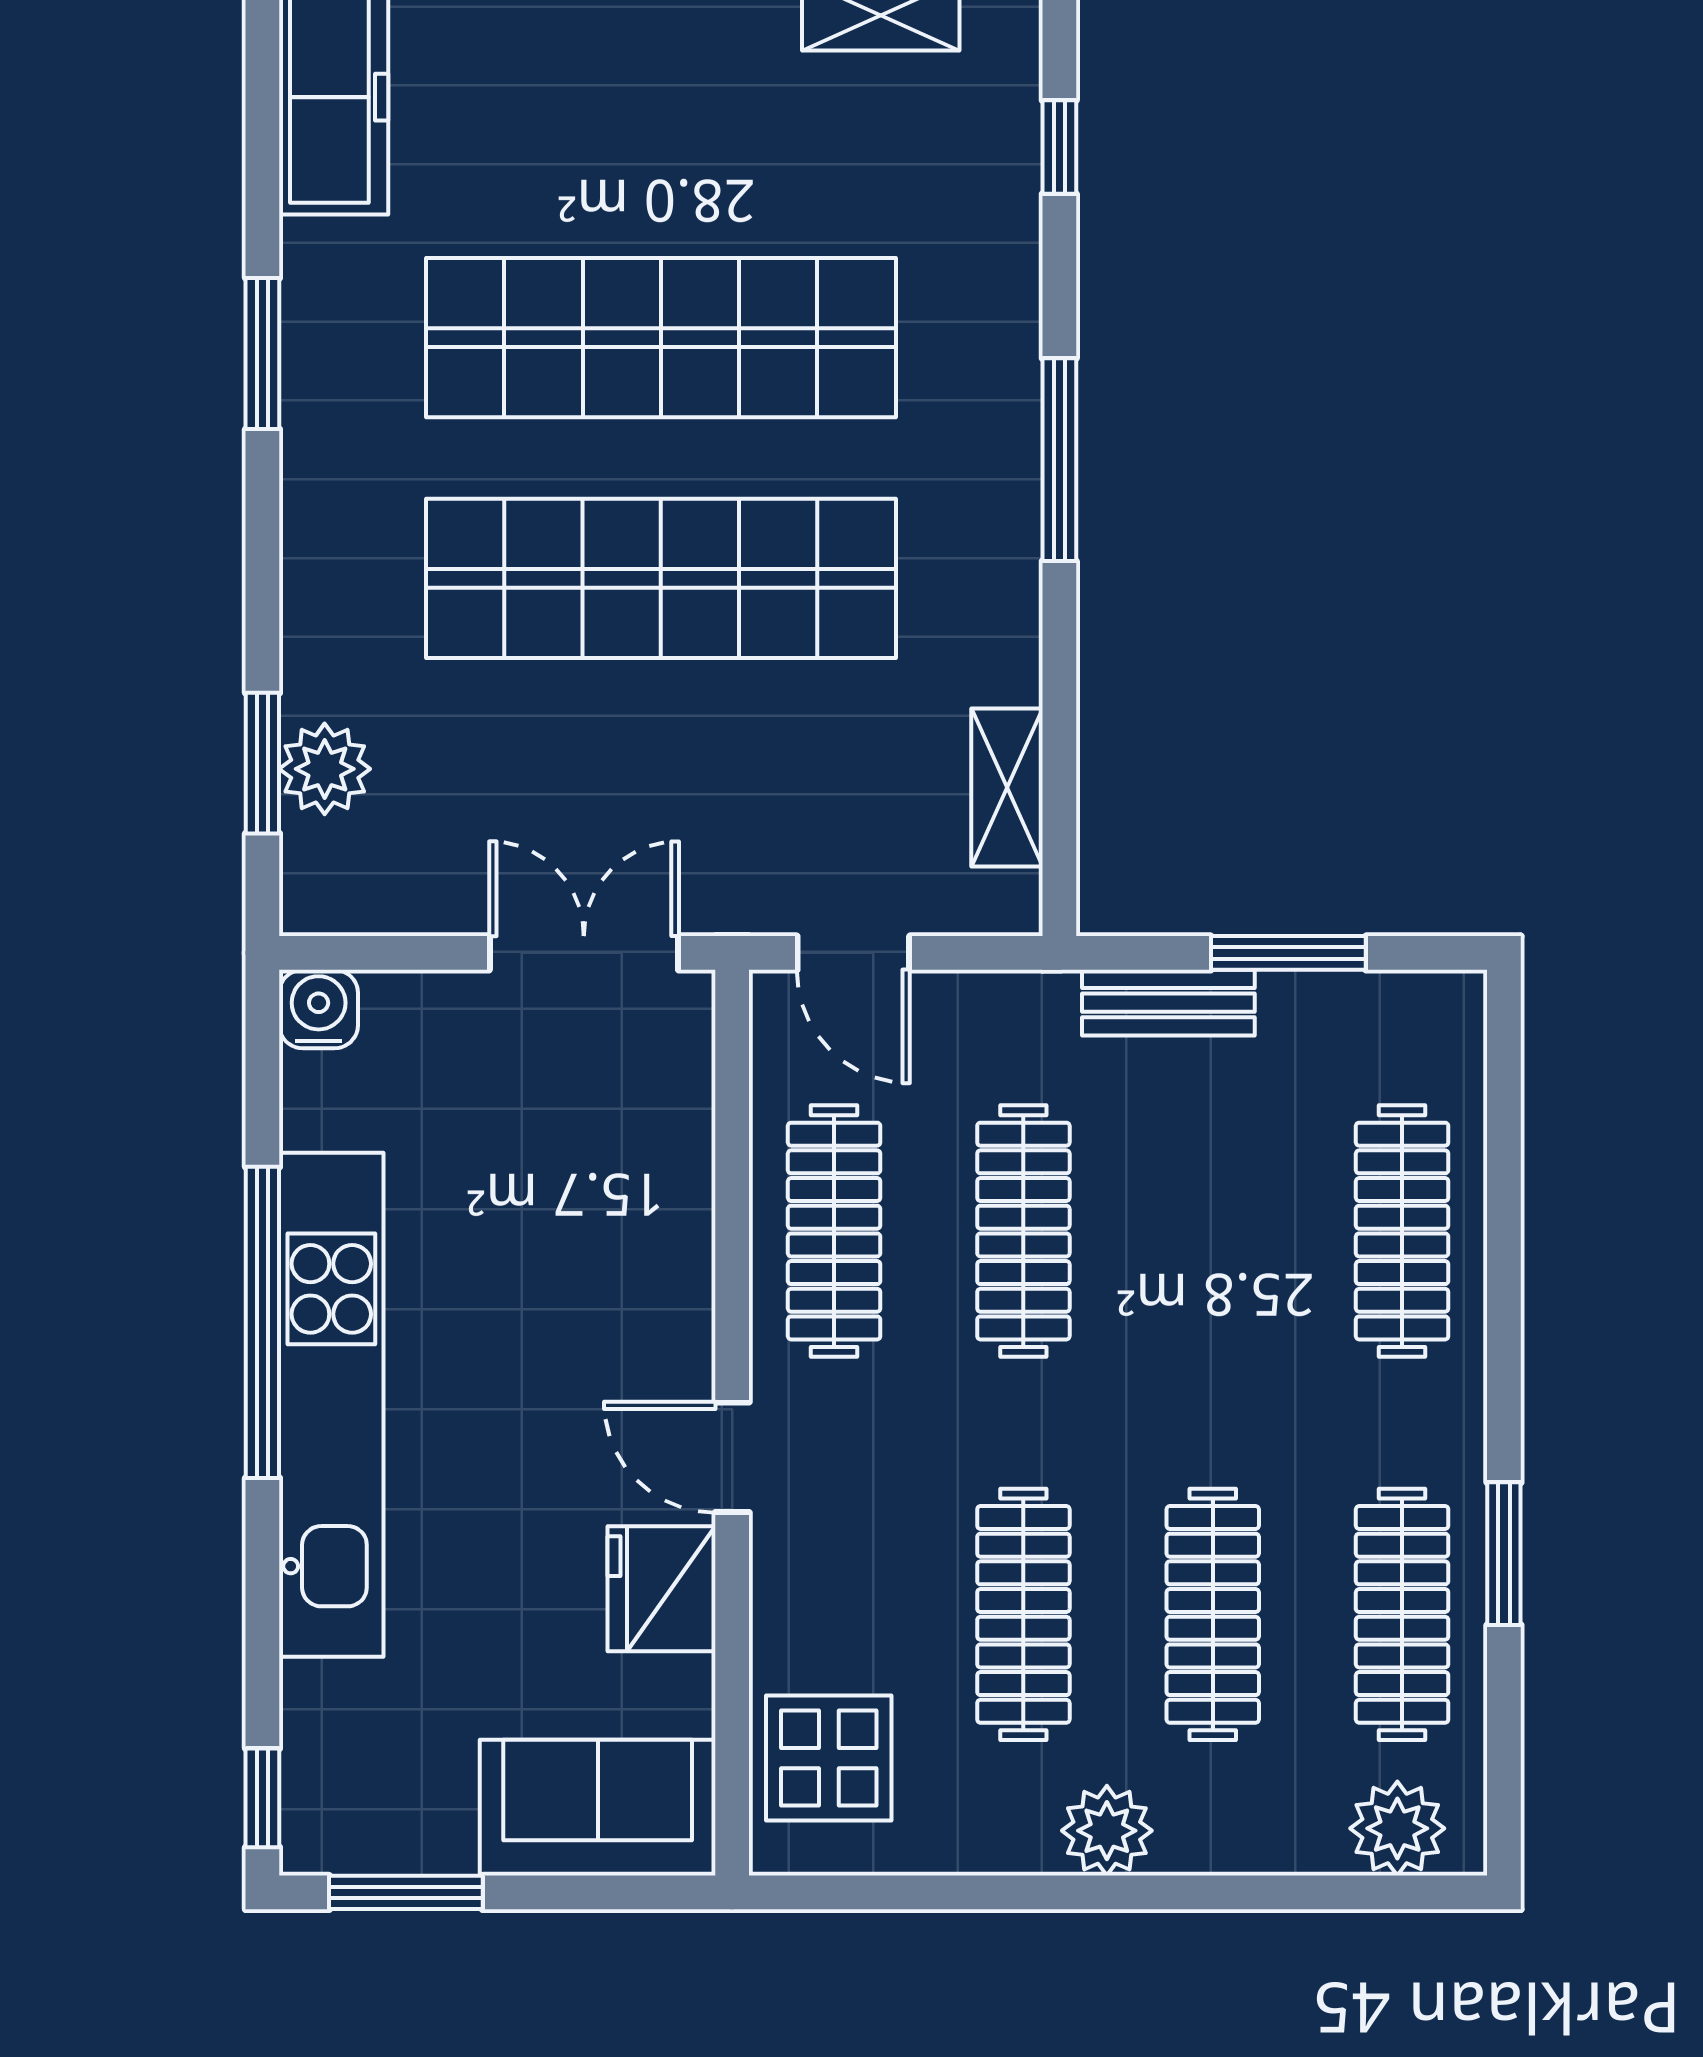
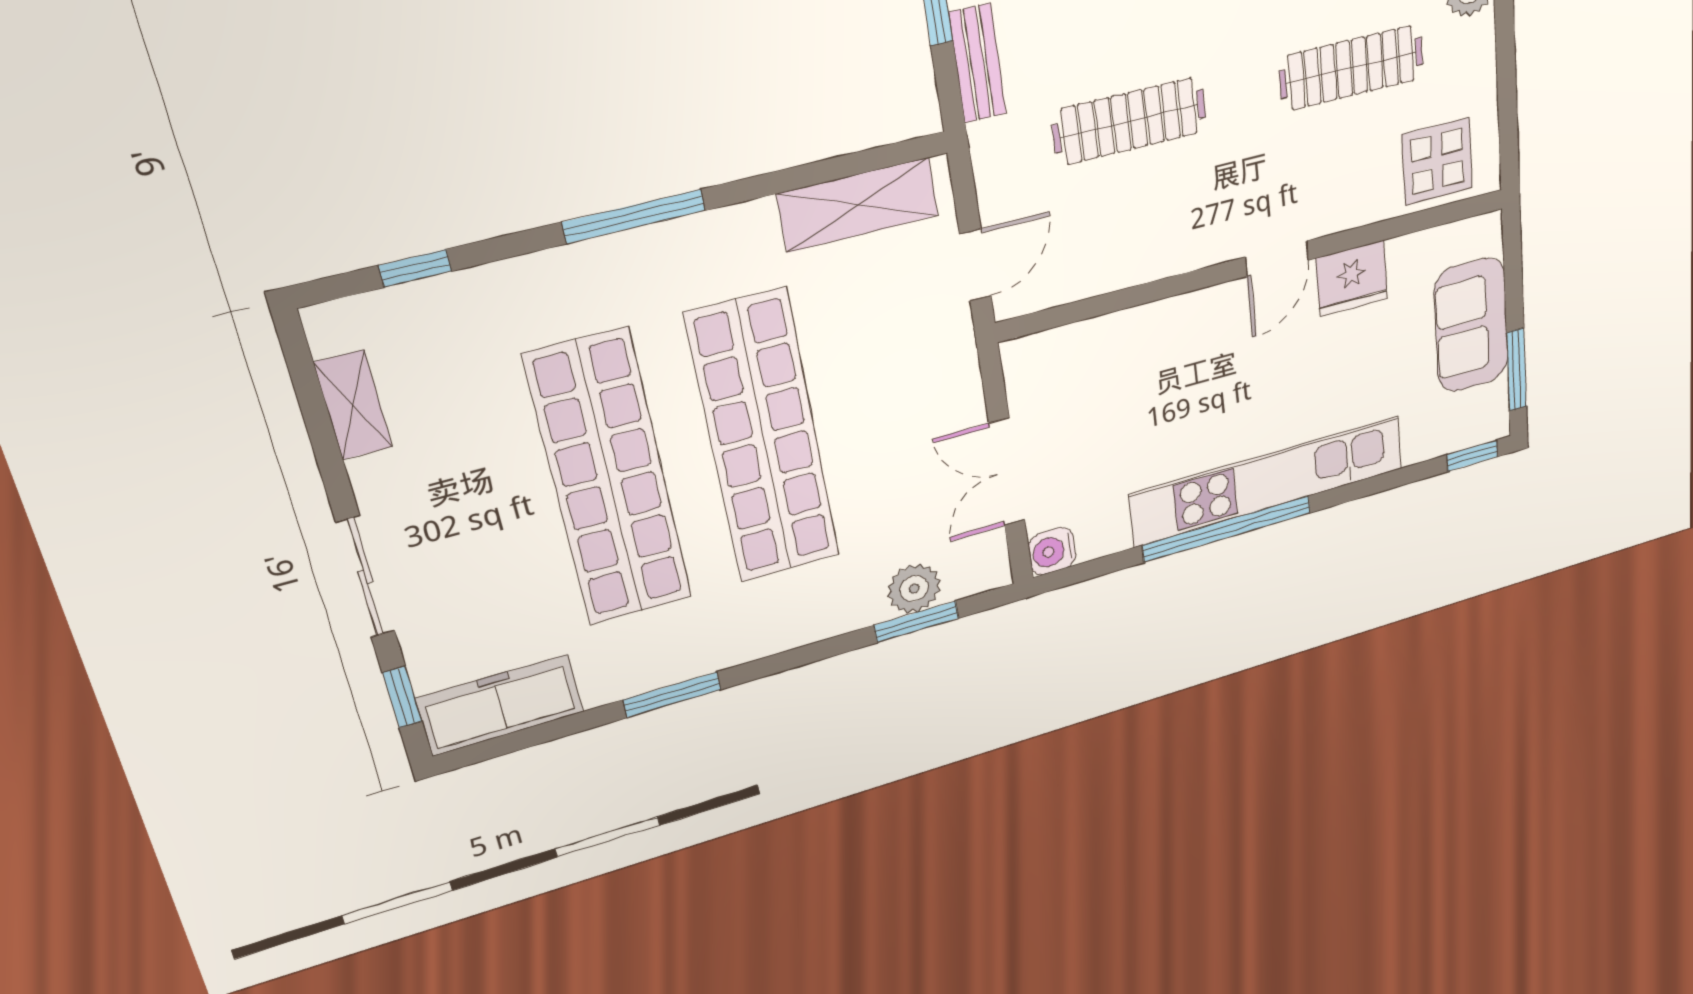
shelving: (1007, 787) -> (858, 205), width x1.50, depth x1.33
double door: (584, 953) -> (1007, 472), moved
clothes rail: (834, 1231) -> (1142, 234), removed
sofa: (598, 1808) -> (1471, 325), moved

